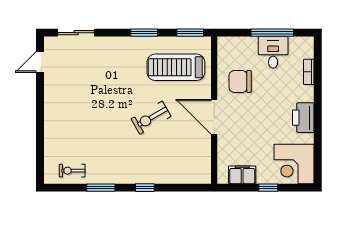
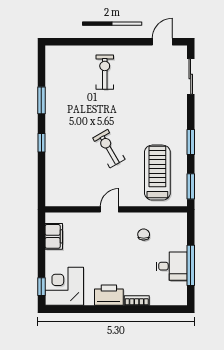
door: (40, 62) -> (162, 42), hinge flipped
bookcase: (309, 72) -> (137, 301), moved
chair: (240, 81) -> (144, 234), width x0.54, depth x0.54
door: (214, 117) -> (109, 209), width x0.53
exercise bike: (72, 171) -> (105, 72), moved, width x1.38, depth x1.39
window: (268, 188) -> (41, 287), moved

